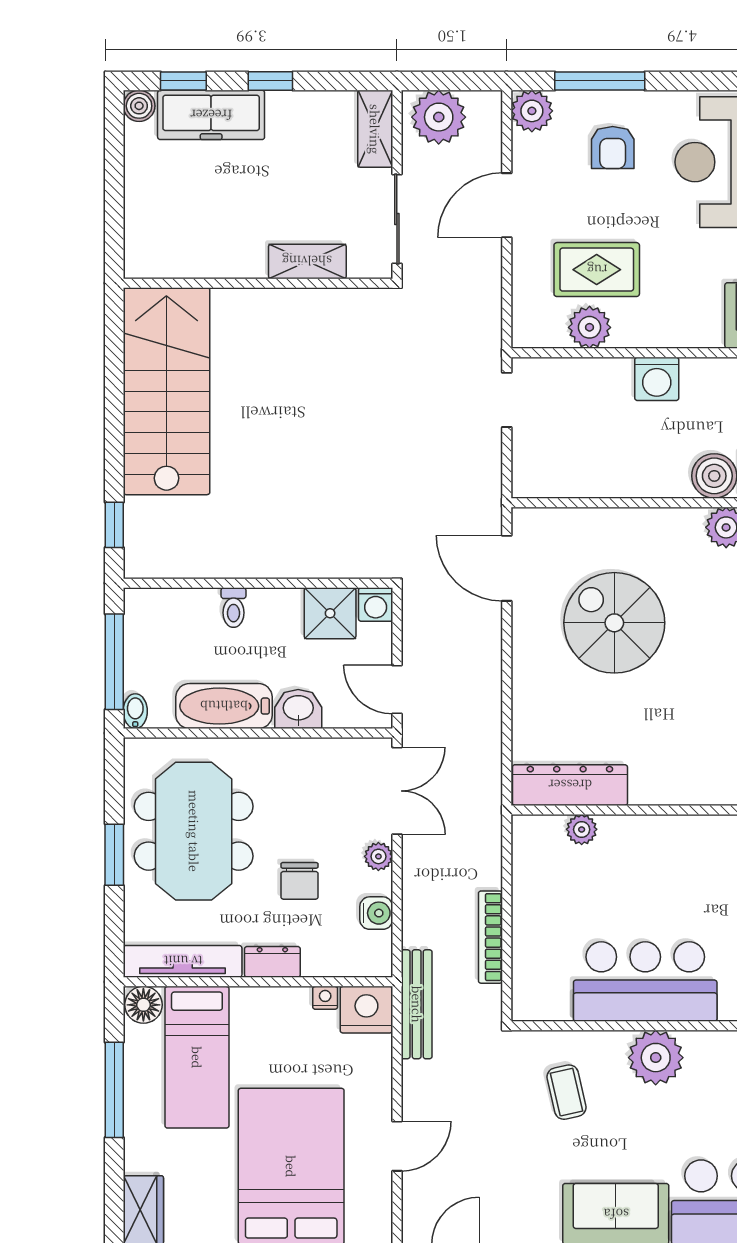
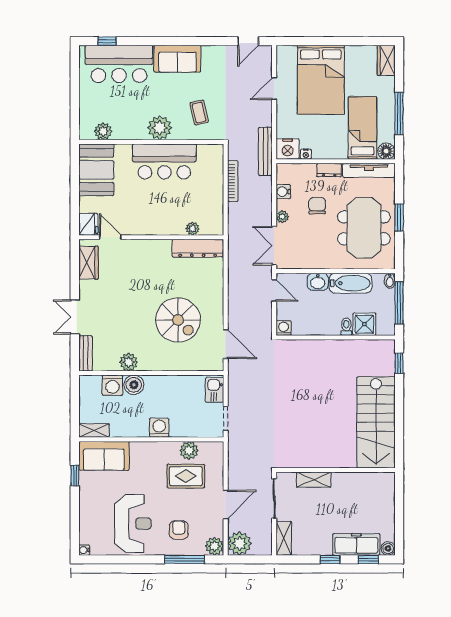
plant: (439, 117) -> (239, 543), moved
kitchen sink: (532, 465) -> (215, 390), added
shower: (330, 613) -> (364, 324), moved

